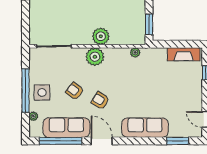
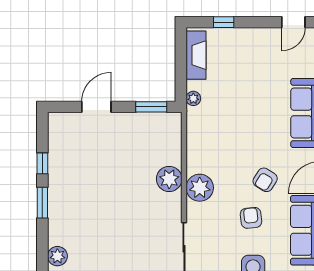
plant: (135, 52) -> (193, 98), moved
armchair: (75, 91) -> (251, 218), turned 137

